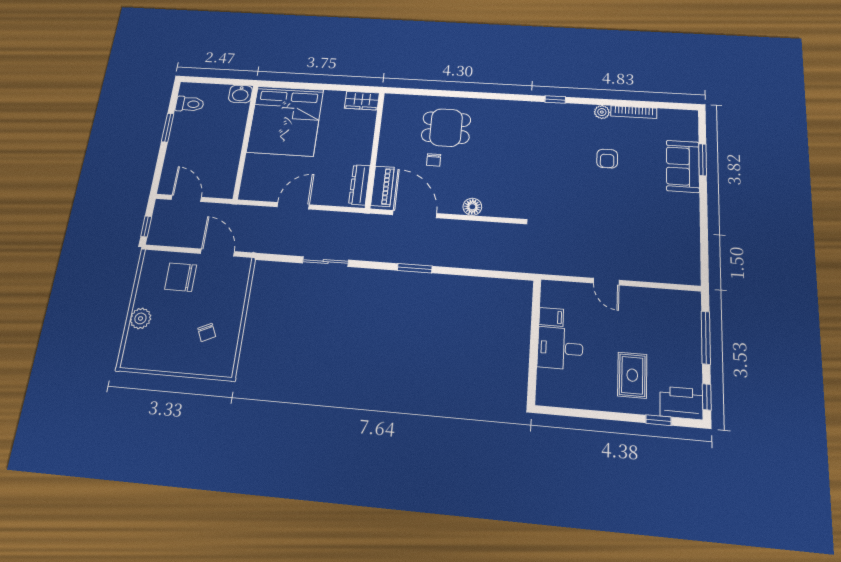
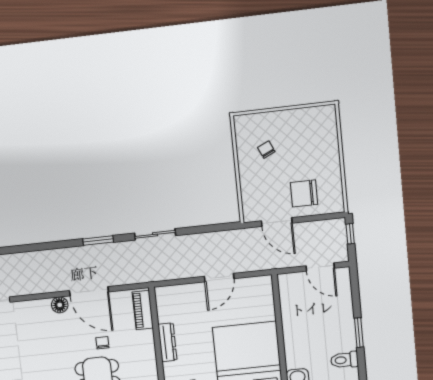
dresser: (359, 185) -> (167, 342), moved
door: (415, 214) -> (89, 291), moved
sliding door: (326, 262) -> (155, 234), moved
chair: (181, 277) -> (304, 193), turned 180
plant: (140, 318) -> (330, 150), removed

